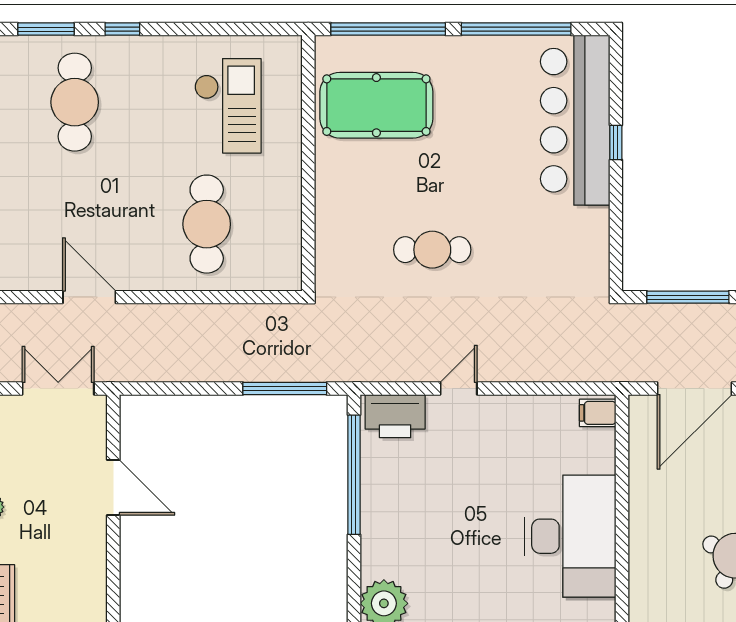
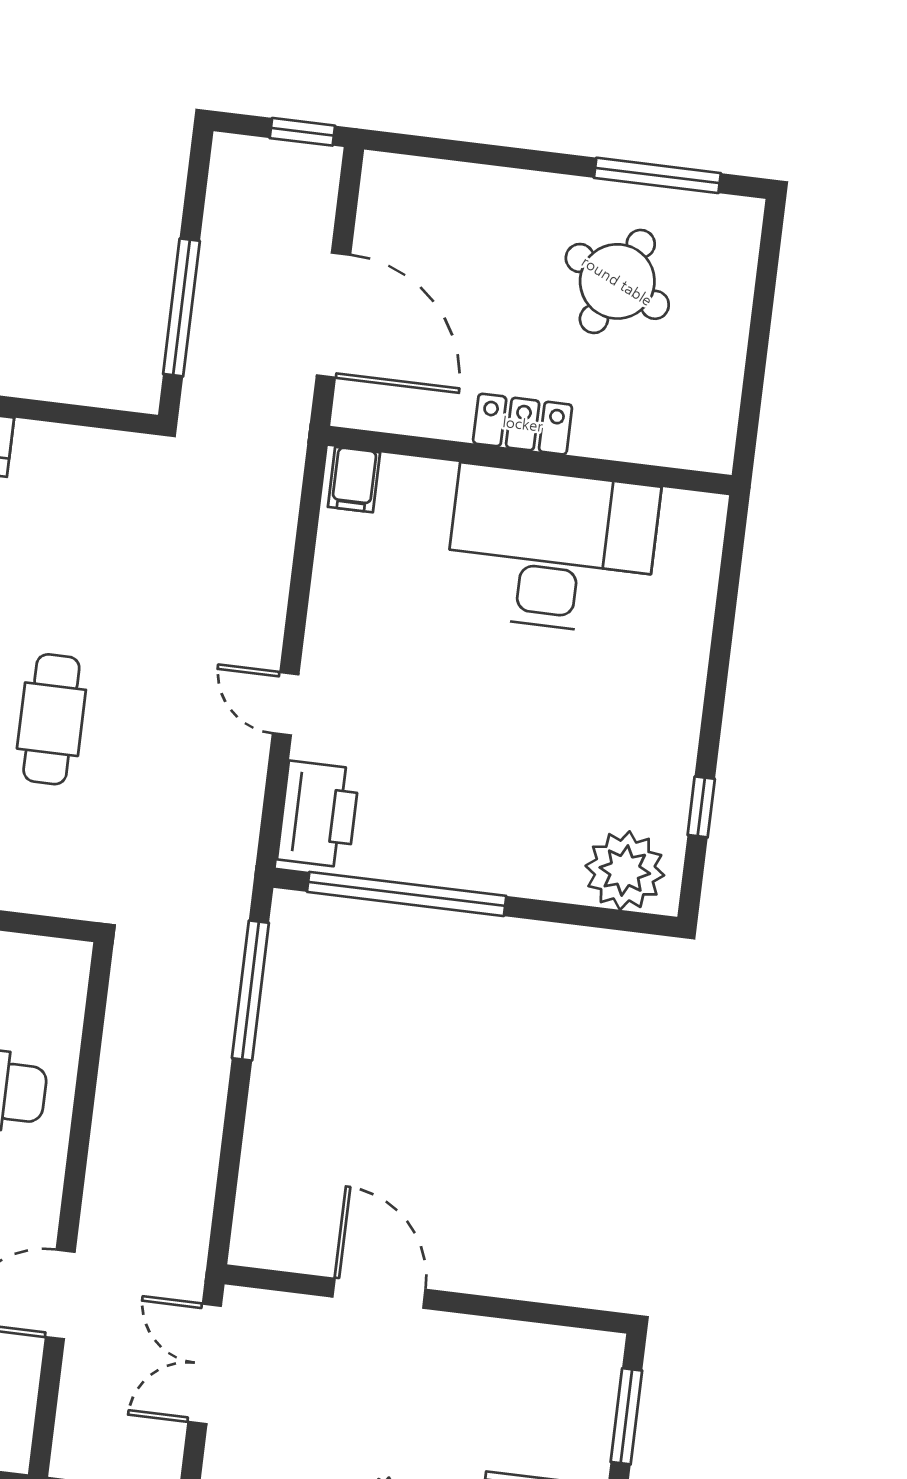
door: (113, 487) -> (379, 1293), hinge flipped
locker: (643, 510) -> (523, 424), added

